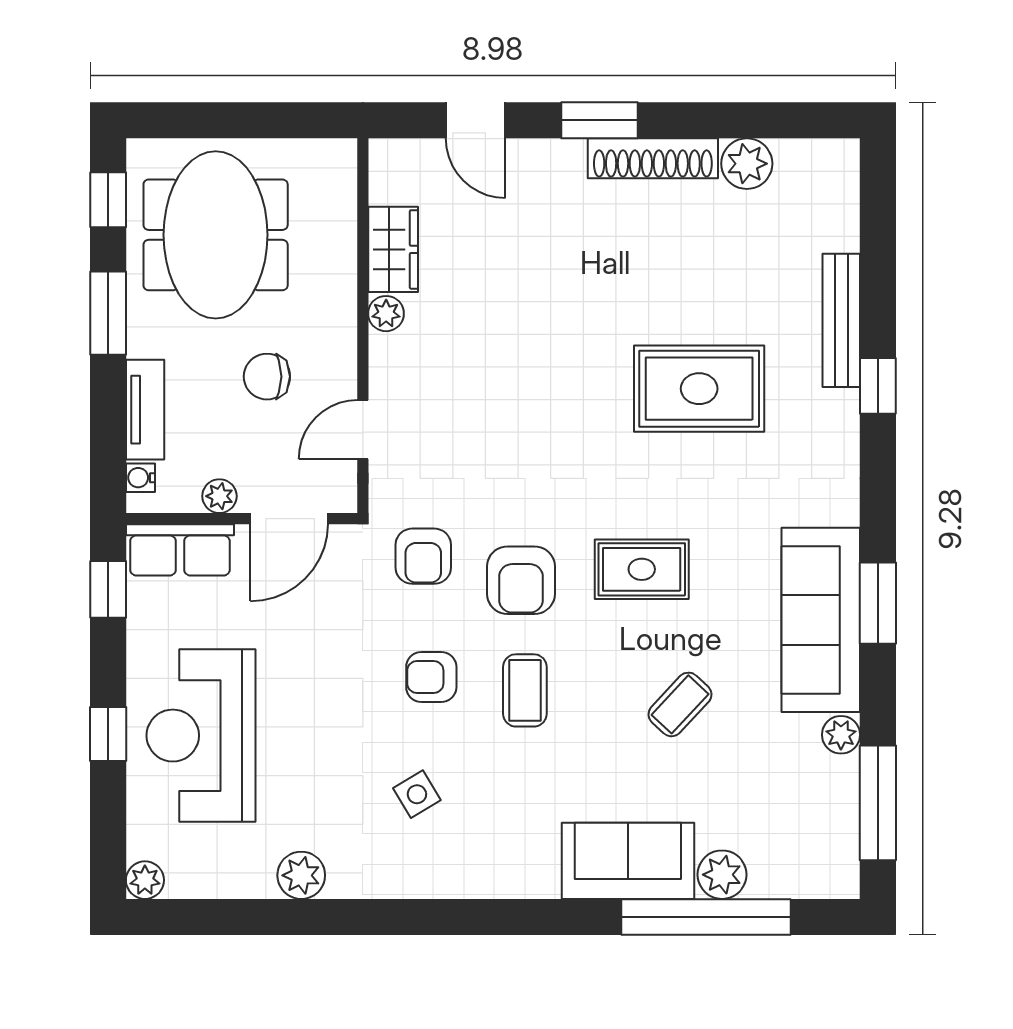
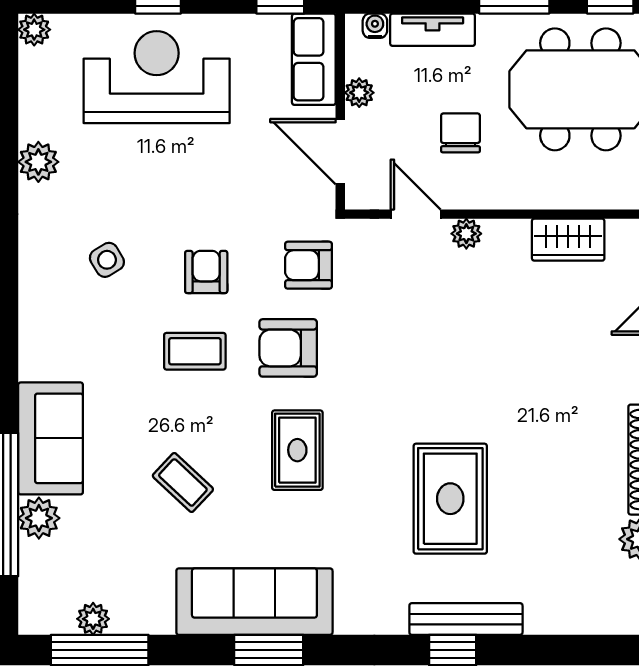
plant: (386, 314) -> (466, 234), moved
bench: (841, 320) -> (466, 619), moved
plant: (841, 735) -> (93, 619), moved

